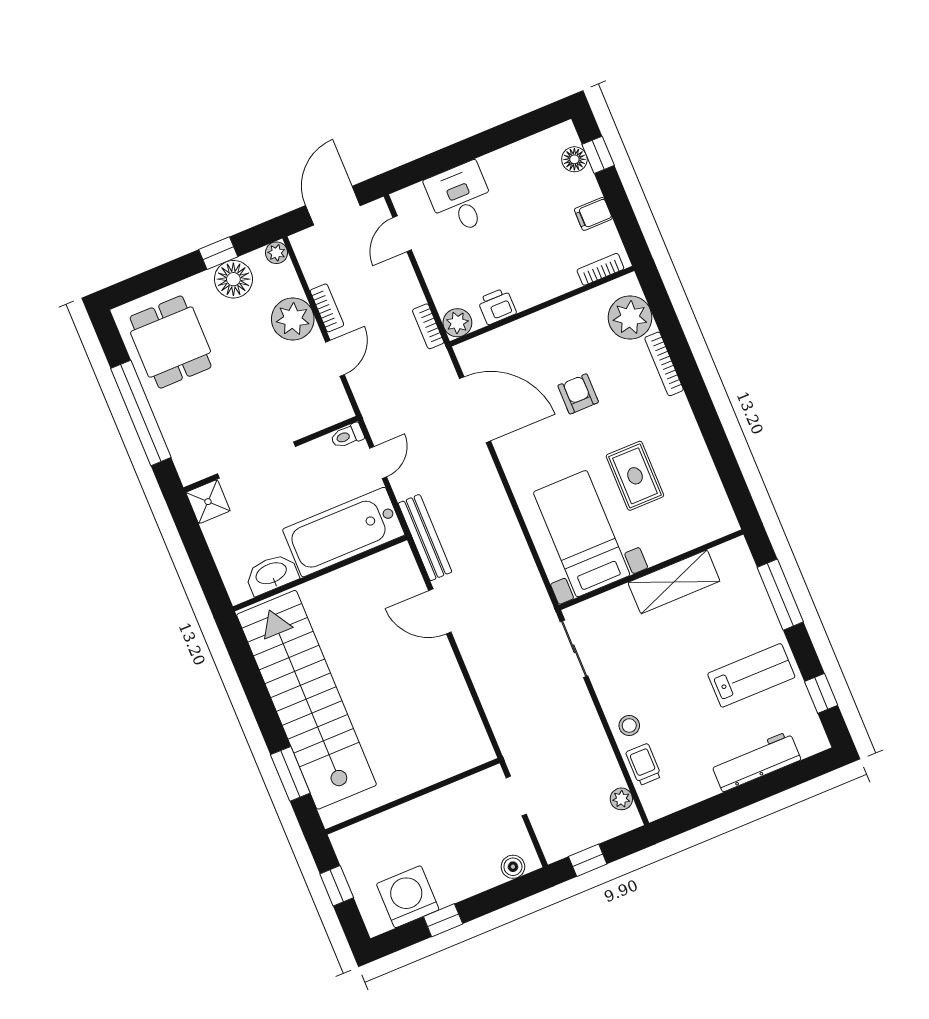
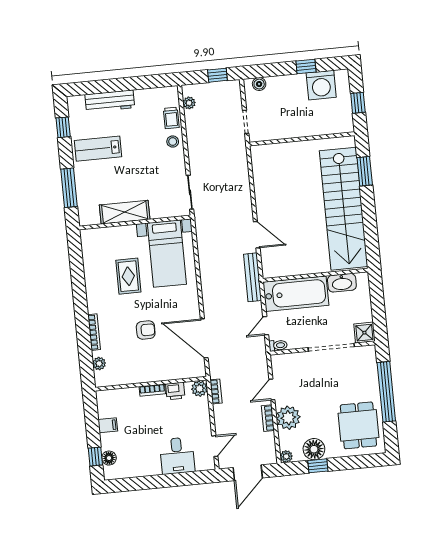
bookcase: (600, 269) -> (152, 390), moved
plant: (630, 317) -> (99, 364), width x0.53, depth x0.53
armchair: (578, 394) -> (146, 330), turned -90

